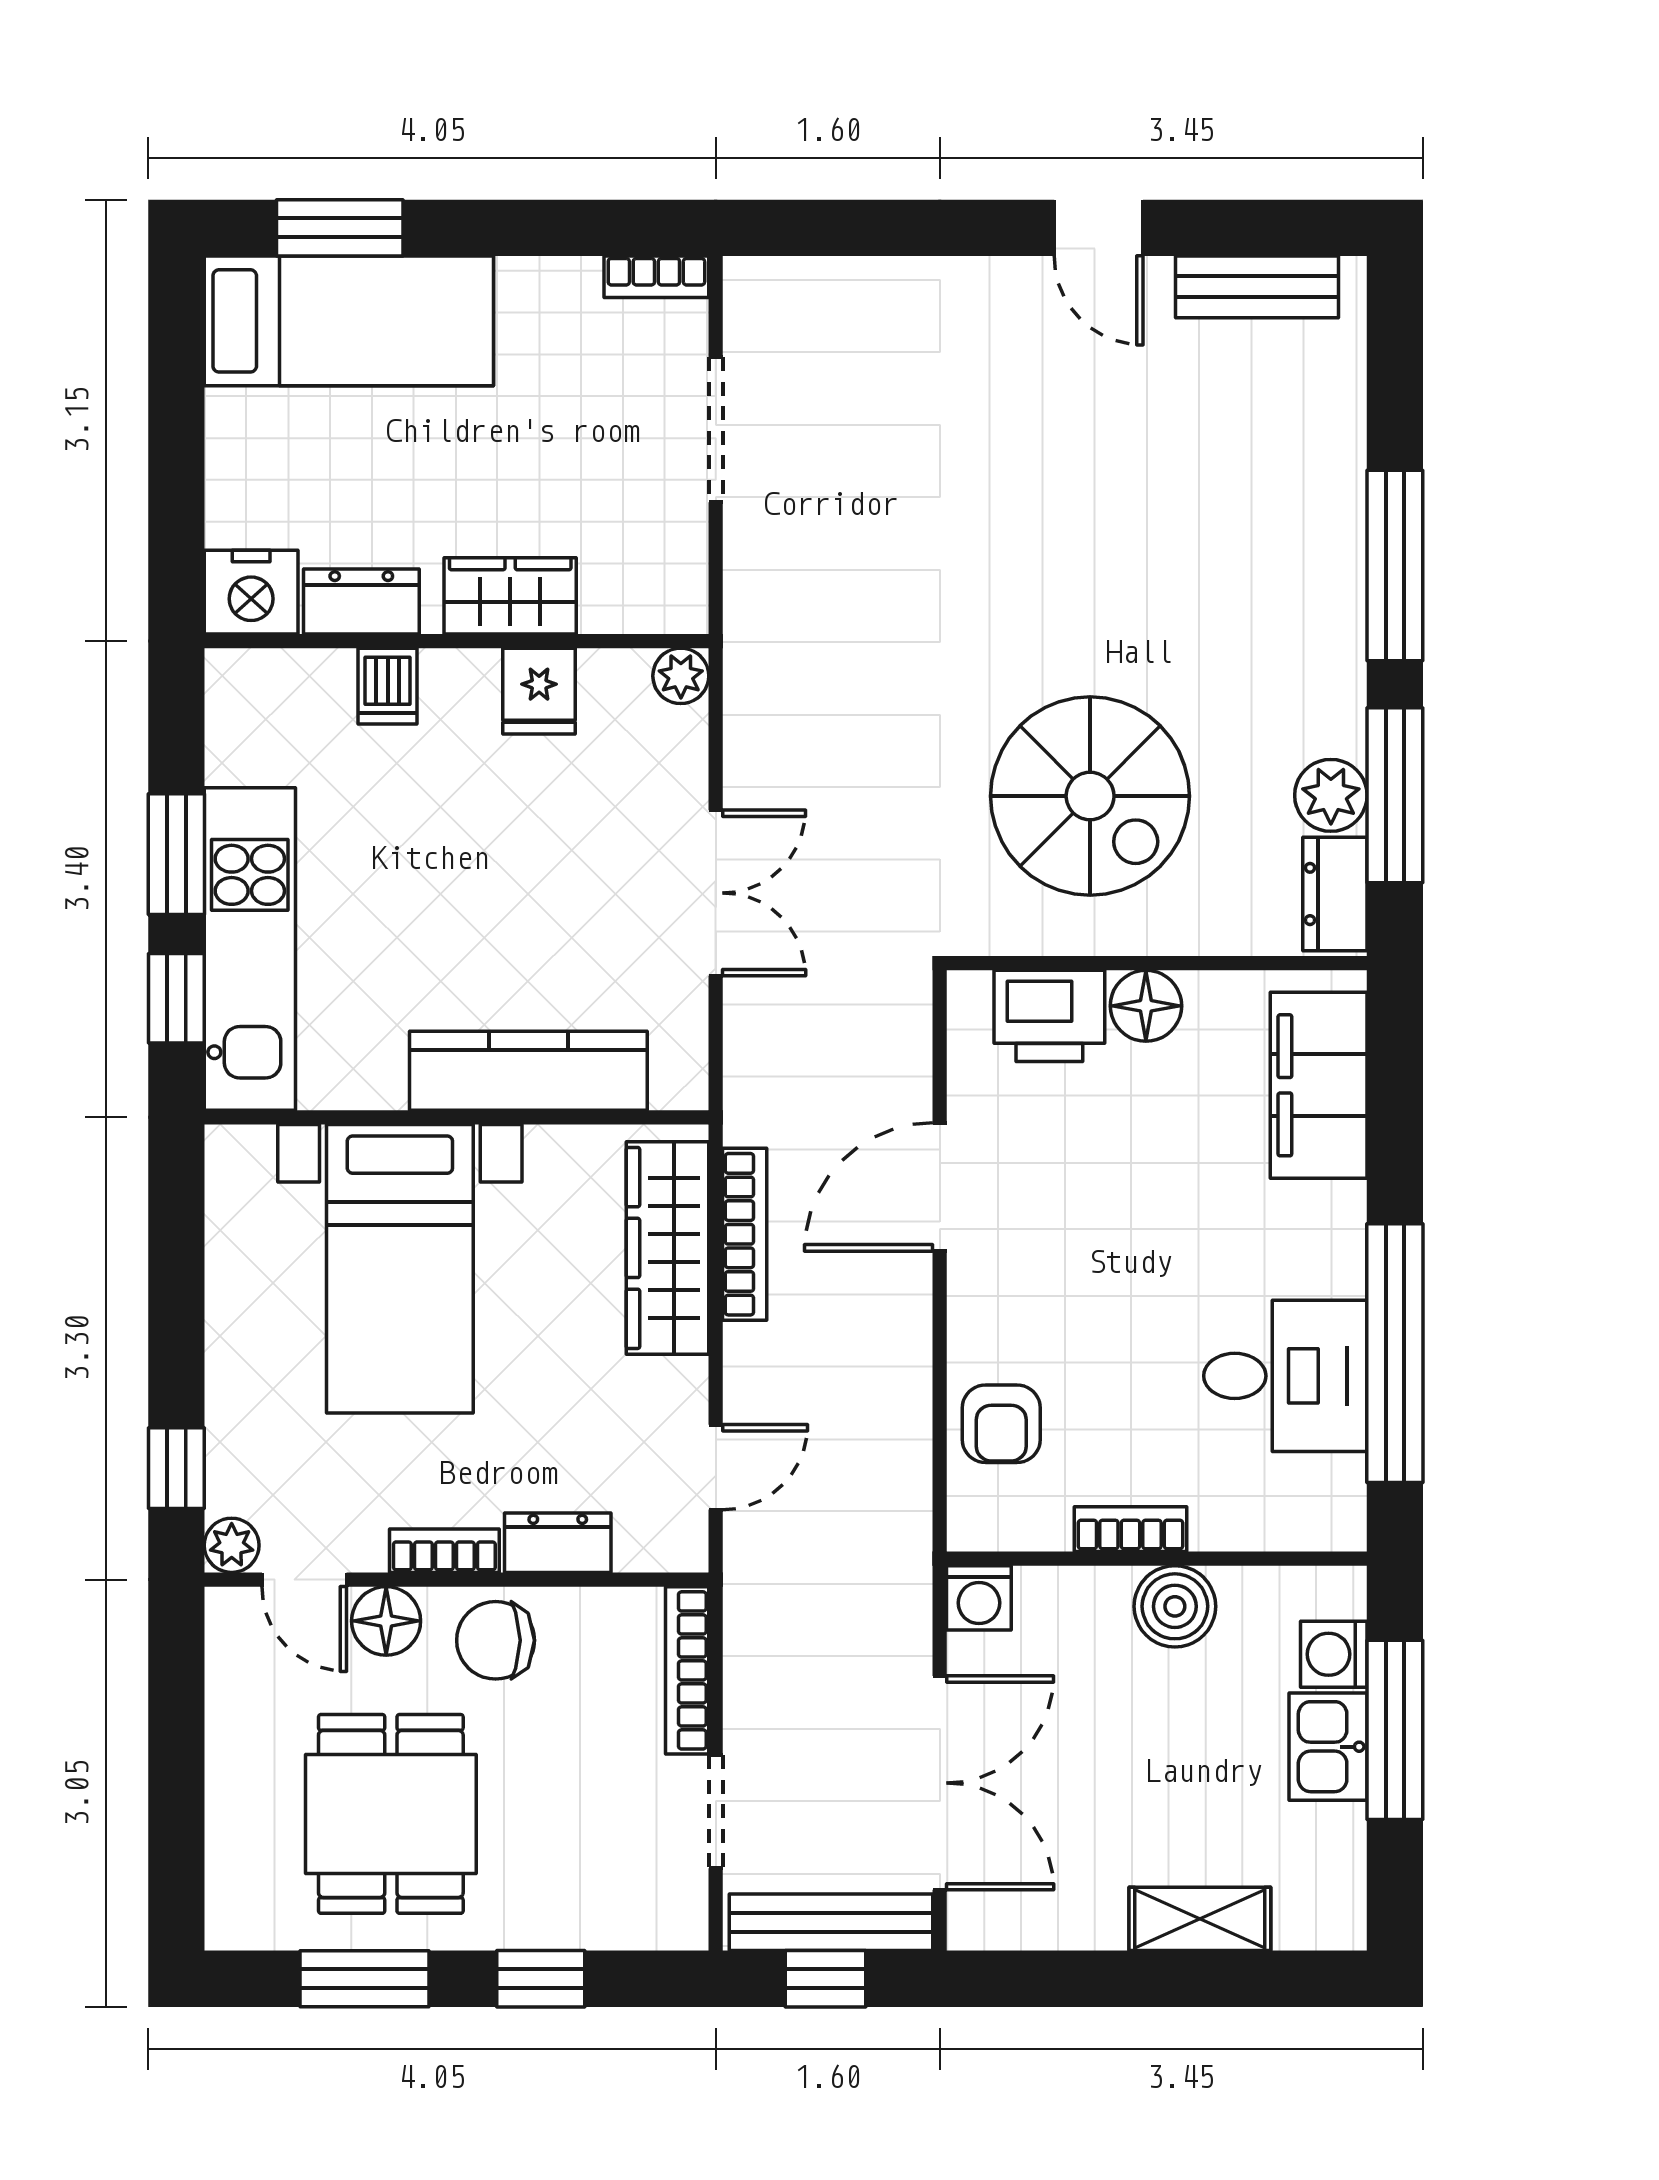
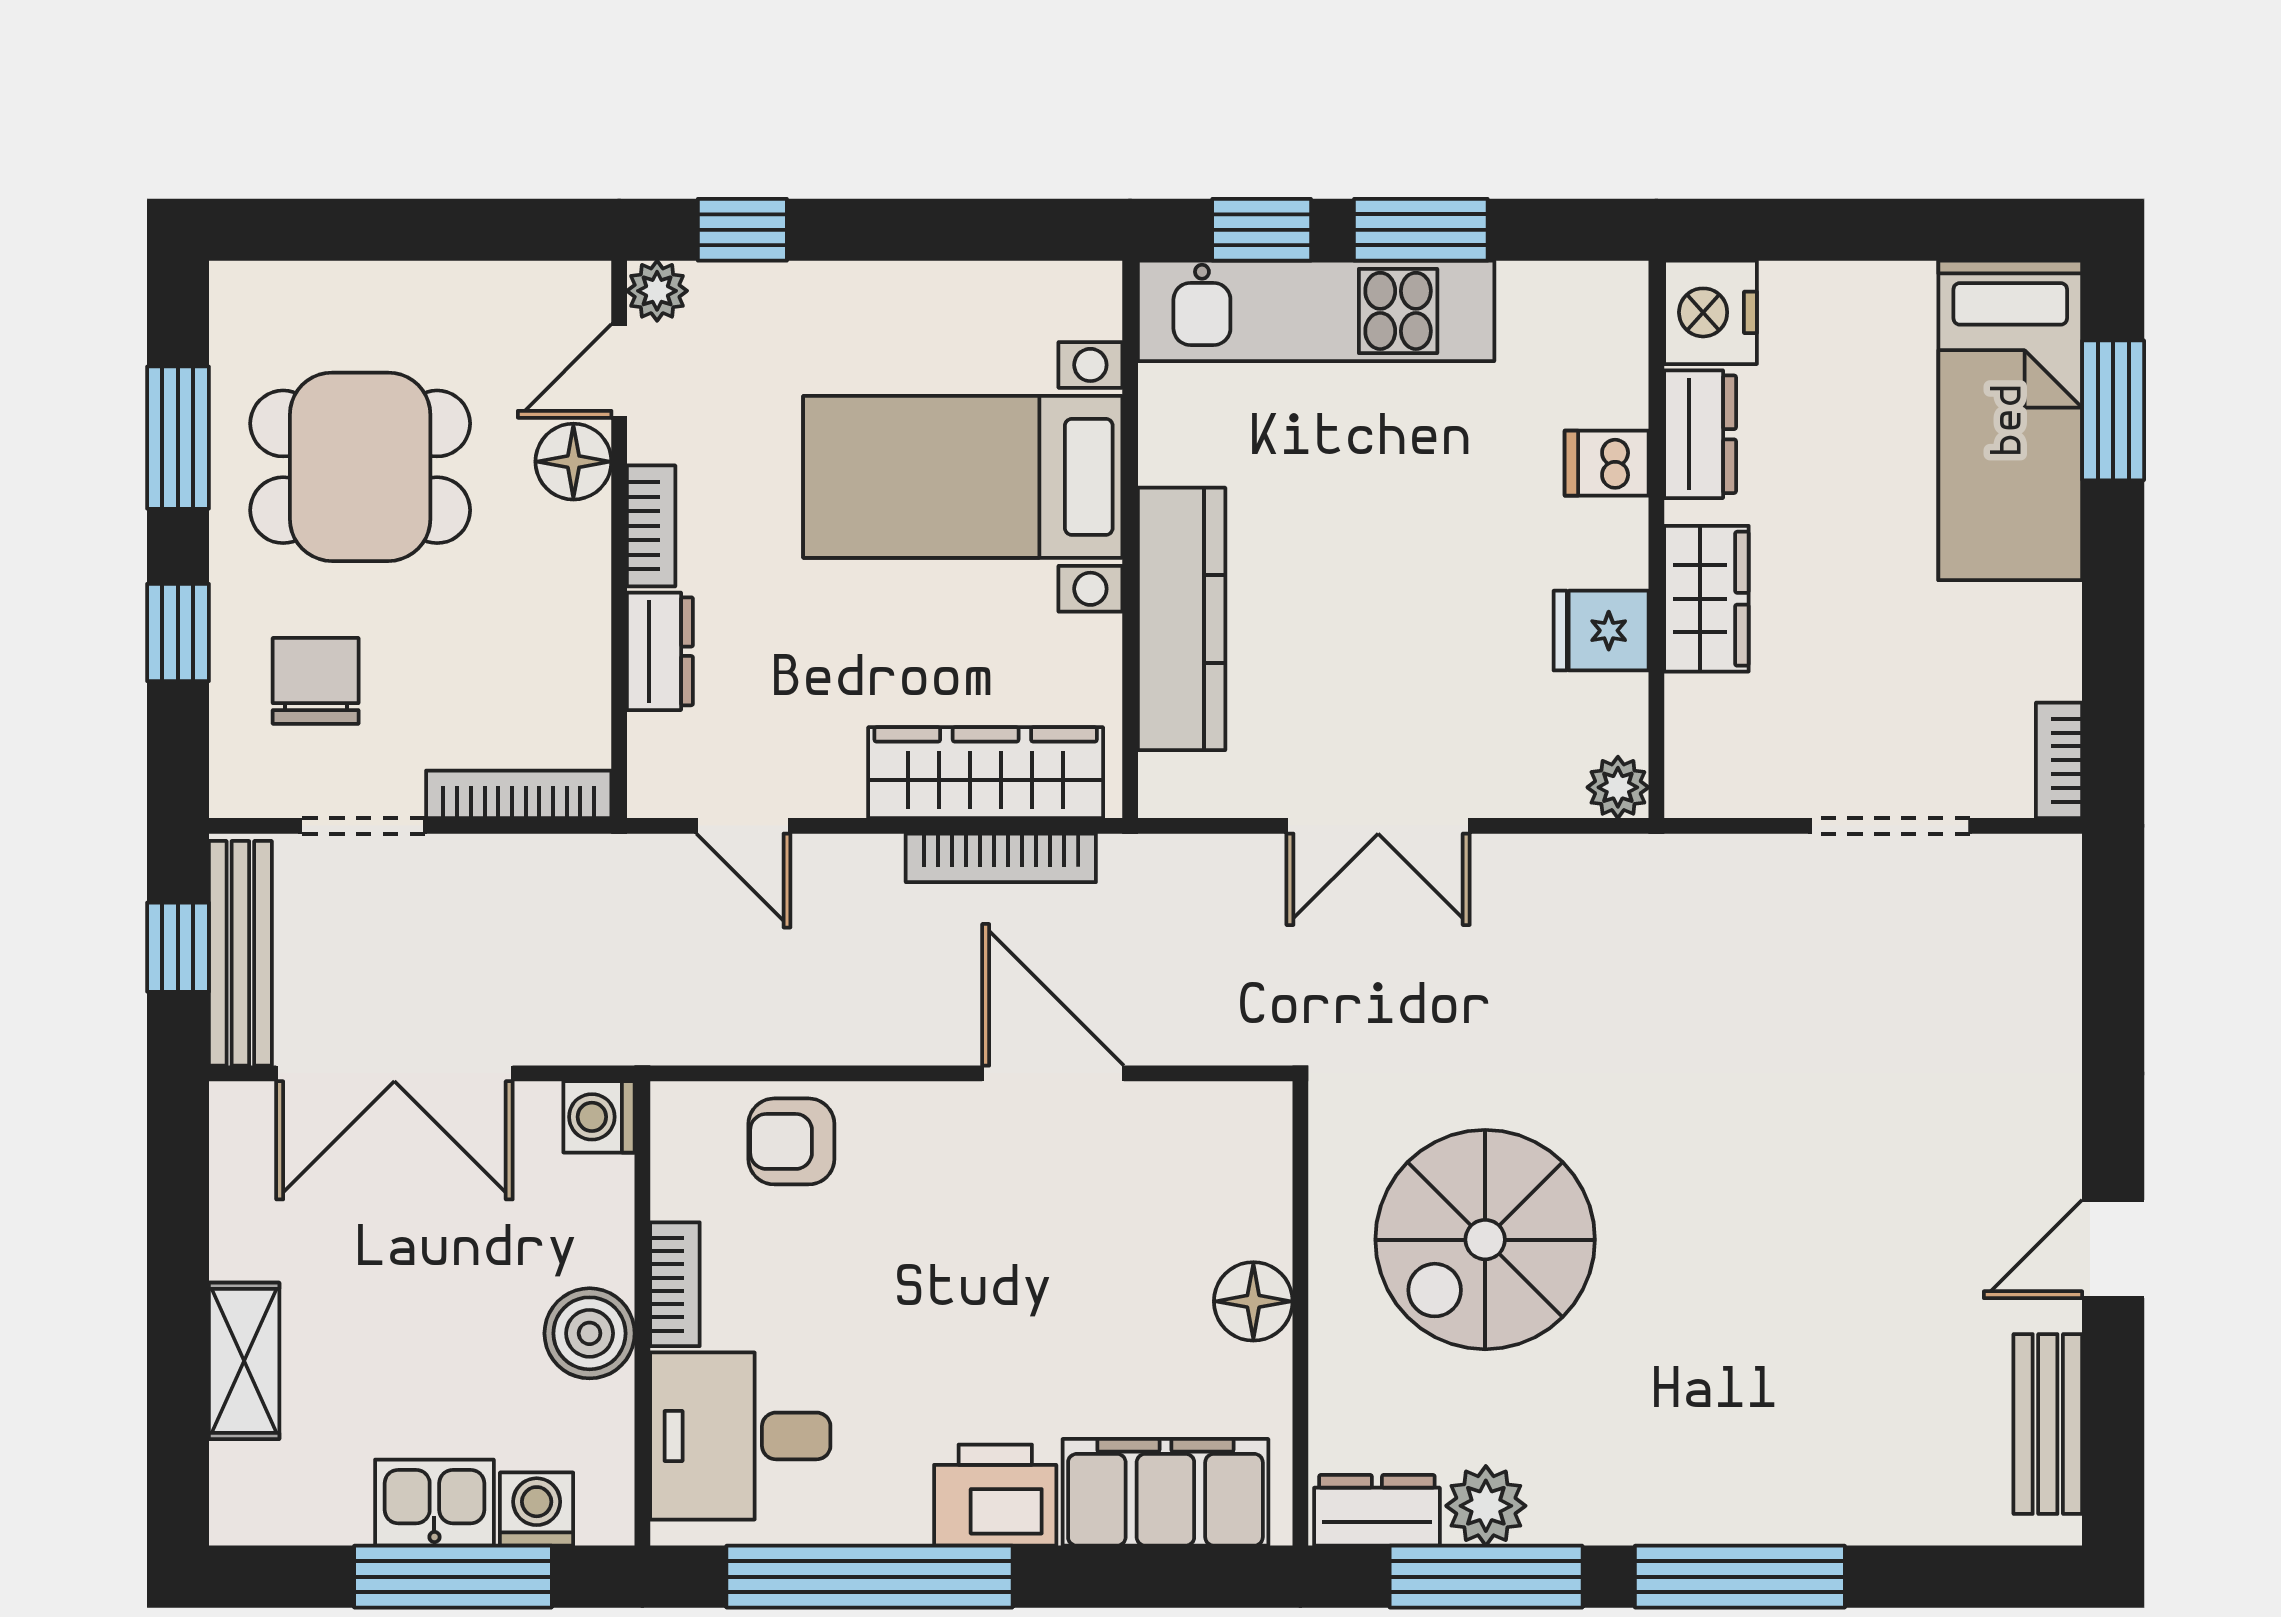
printer: (1049, 1016) -> (995, 1495), moved, turned 90
desk: (1285, 1376) -> (740, 1436), moved, turned 90
chair: (496, 1640) -> (316, 681), moved

